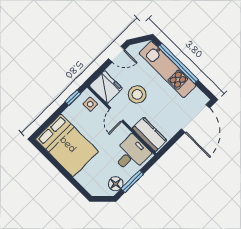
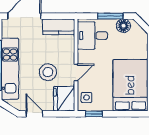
kitchen counter: (149, 134) -> (59, 27), moved, turned -90

